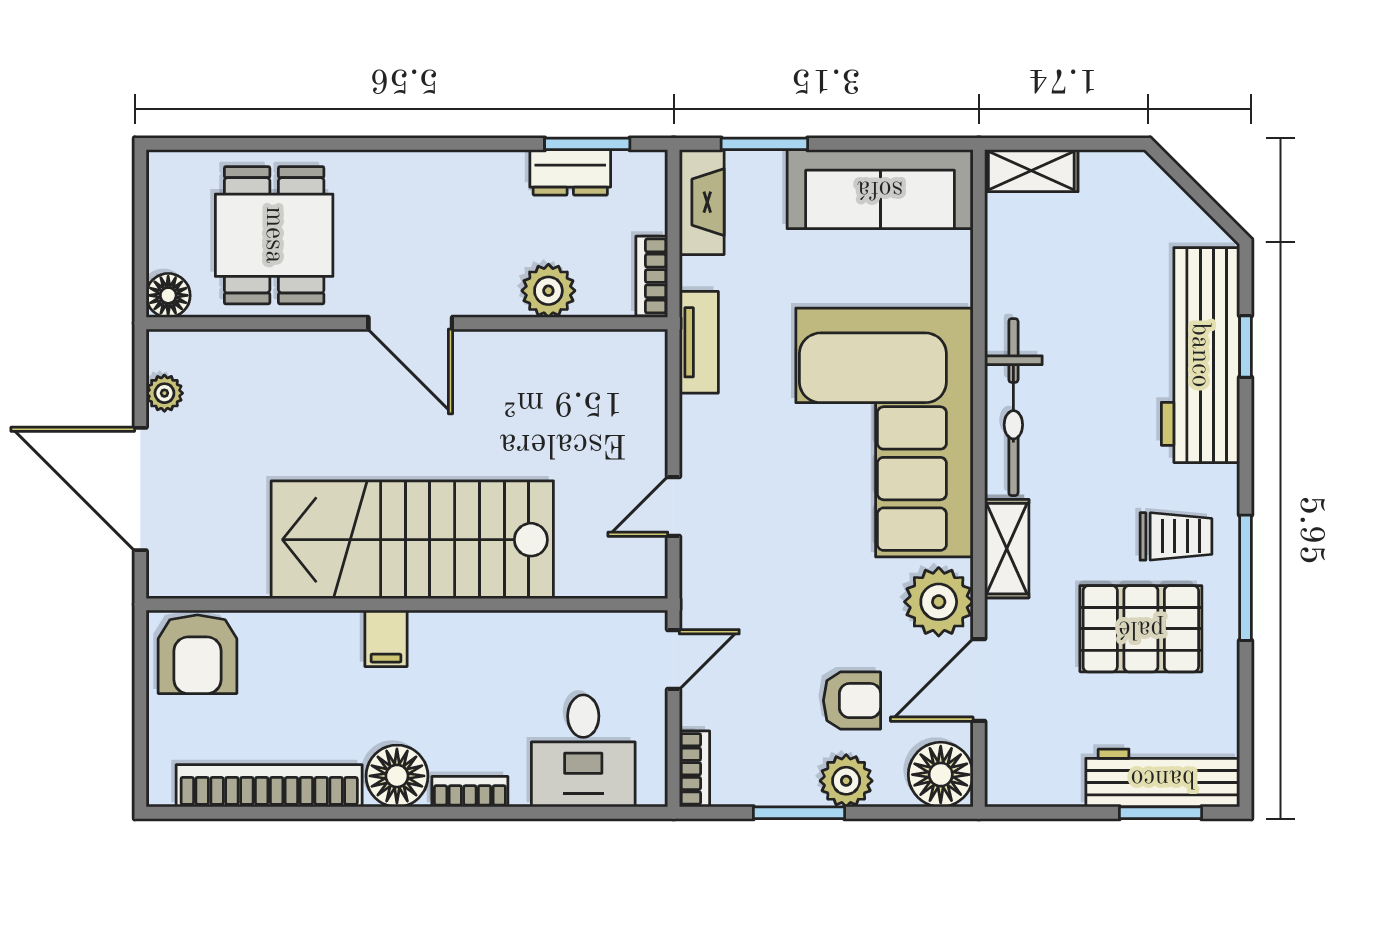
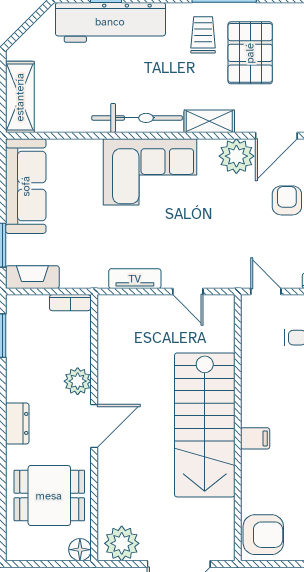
shelving: (1031, 171) -> (20, 97), width x1.50, depth x1.33
dresser: (570, 172) -> (17, 423), moved
plant: (548, 291) -> (78, 381), moved
tv unit: (699, 342) -> (135, 279), moved
plant: (164, 393) -> (122, 543), width x1.88, depth x1.88
corner sofa: (884, 433) -> (150, 172), width x0.73, depth x0.74
door: (979, 680) -> (276, 136), hinge flipped

